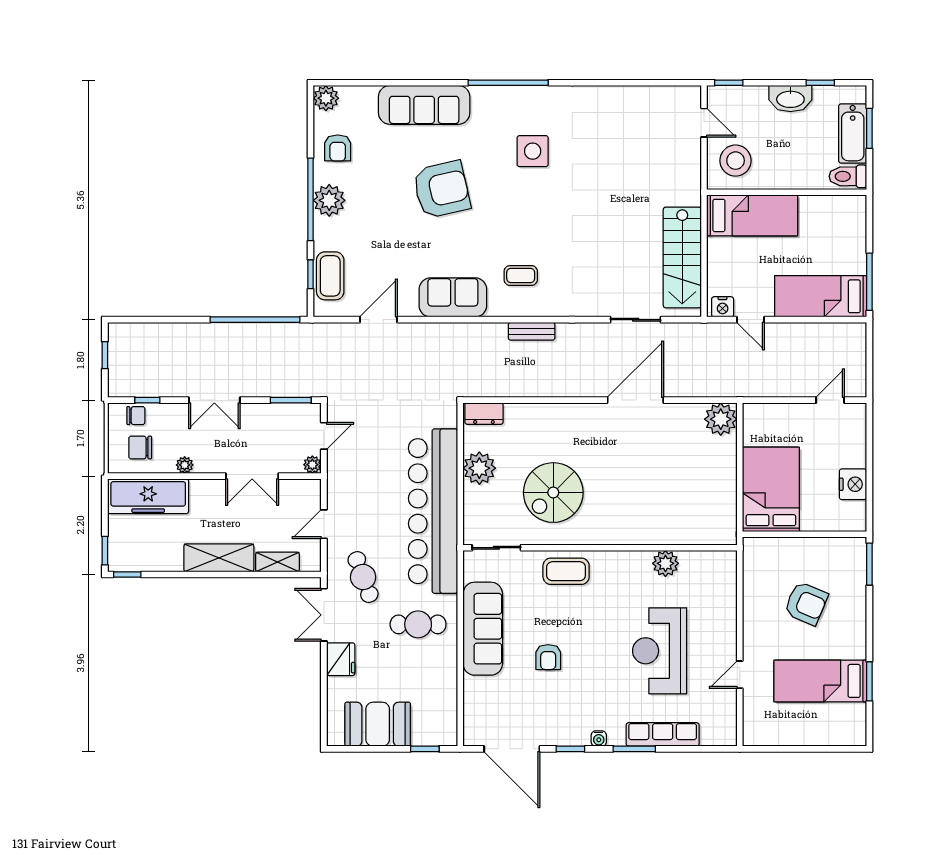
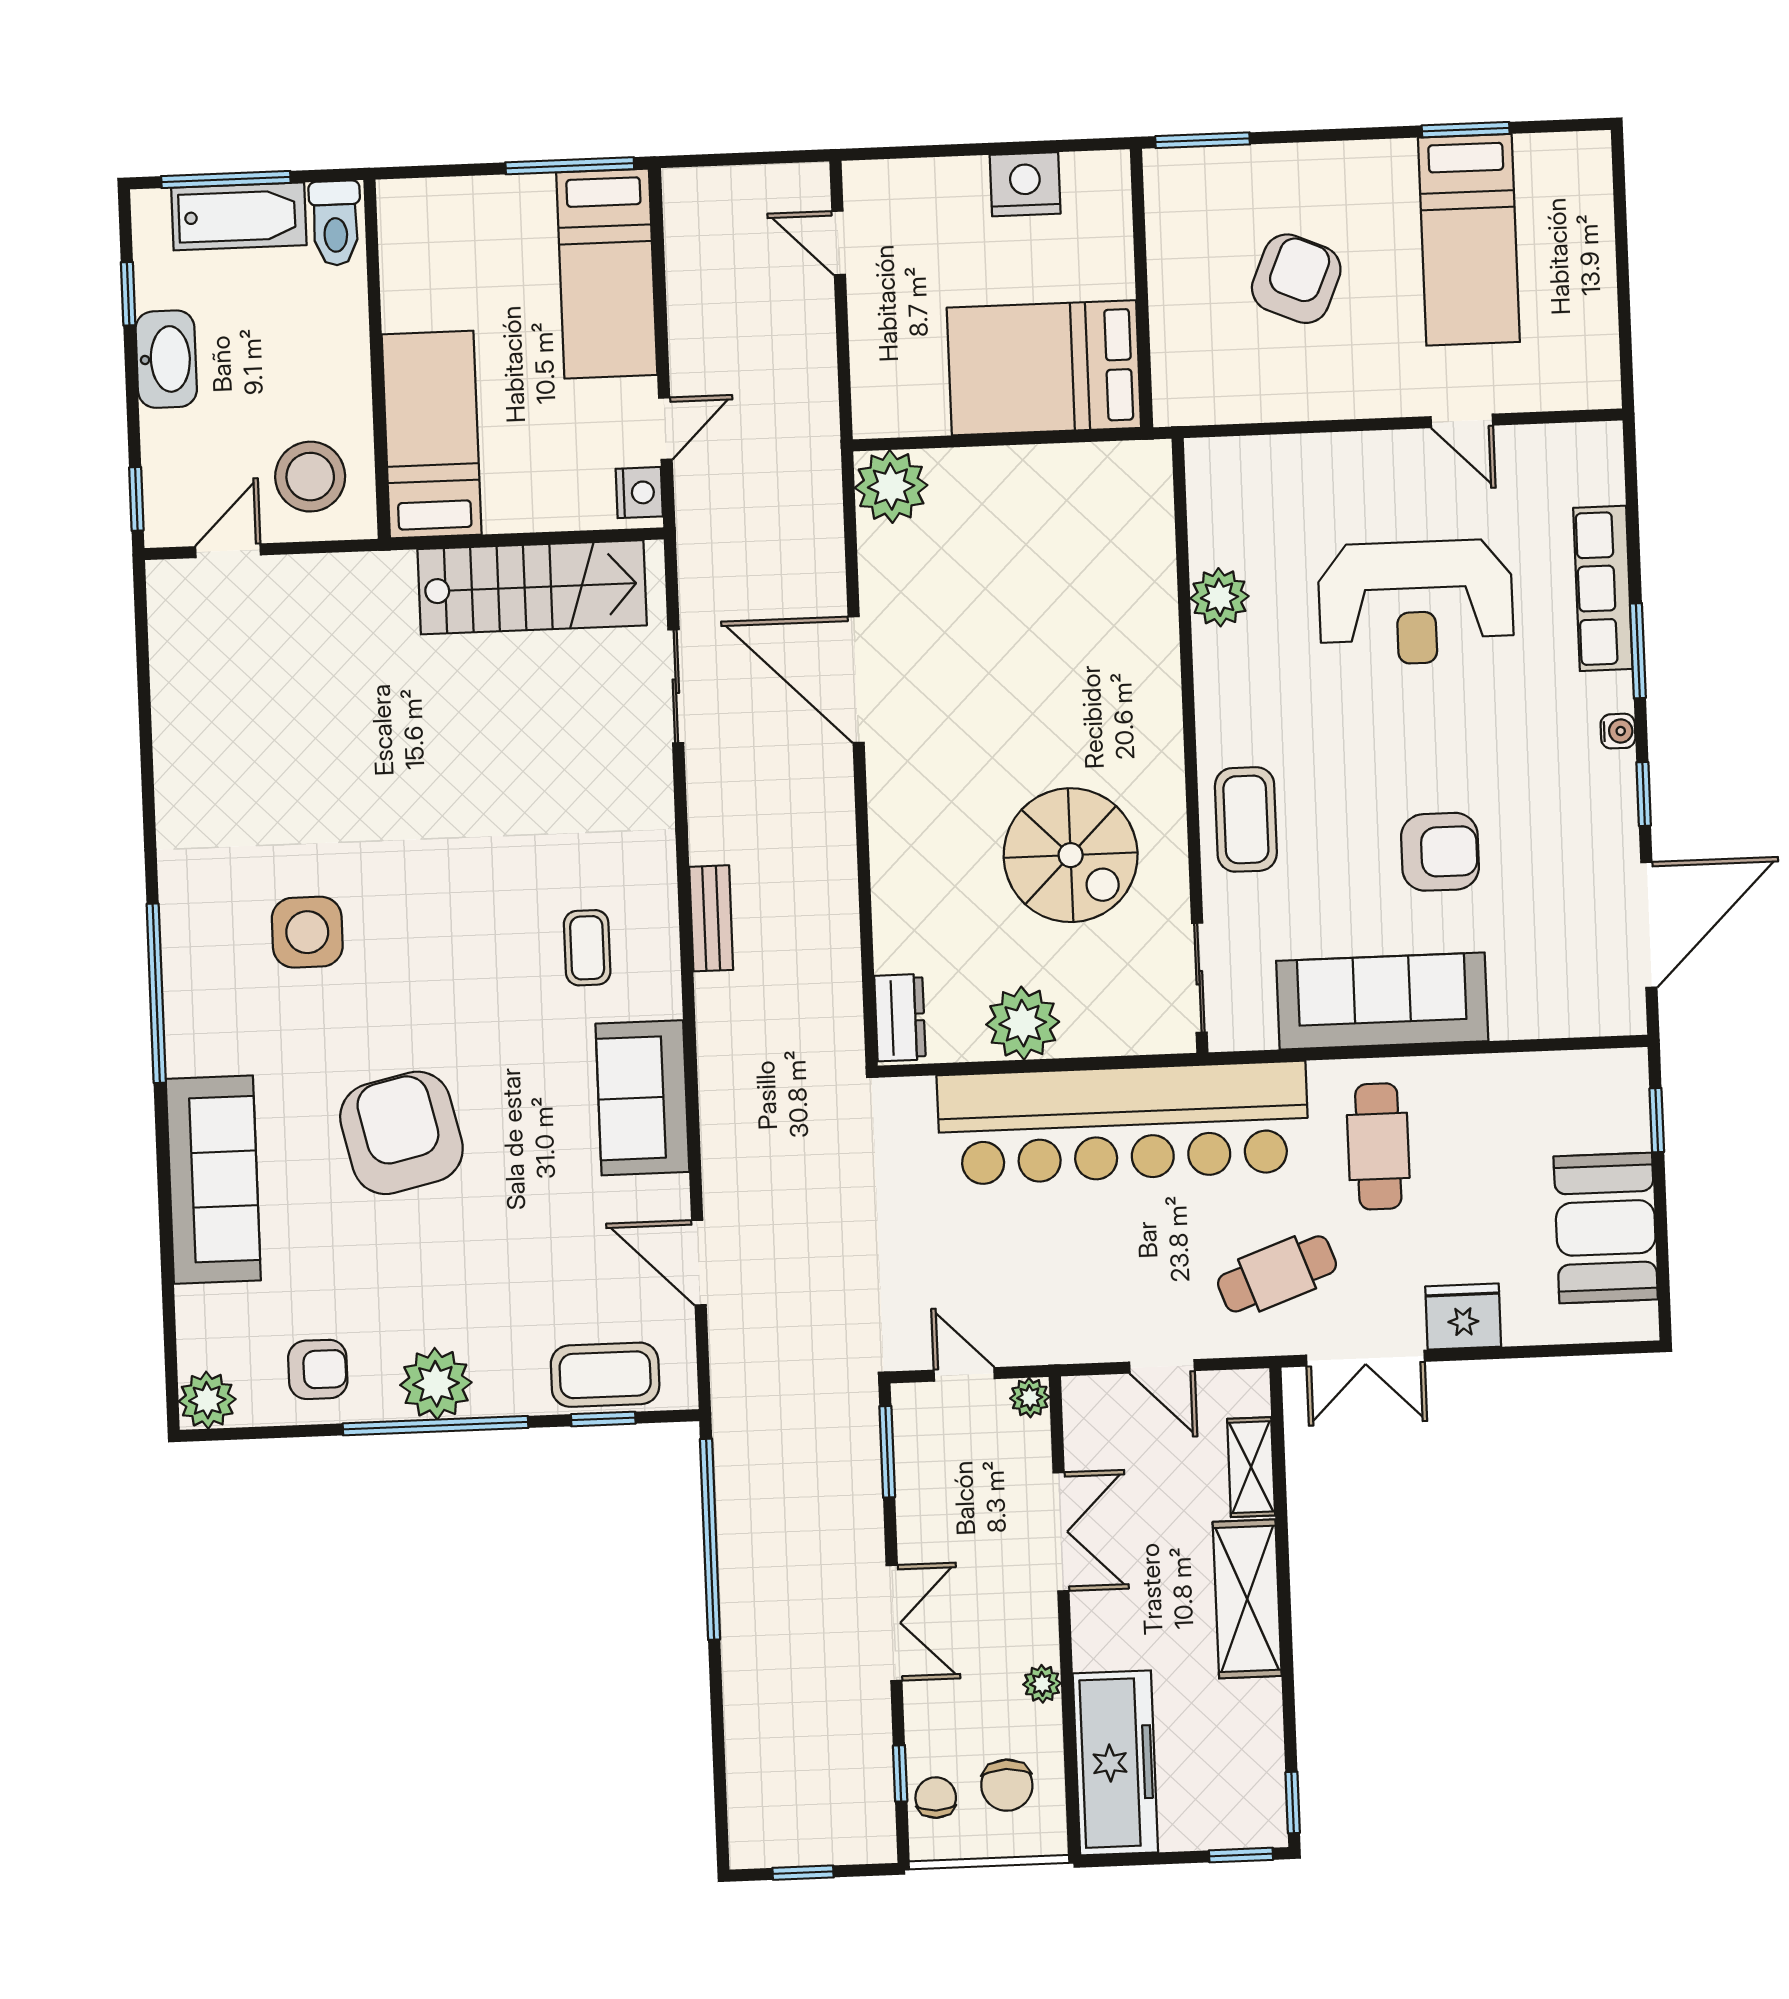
window: (869, 128) -> (226, 180), width x1.44
armchair: (548, 657) -> (1440, 852), width x1.38, depth x1.38

